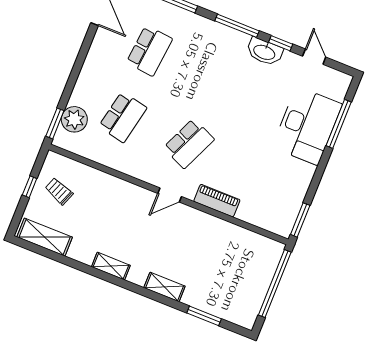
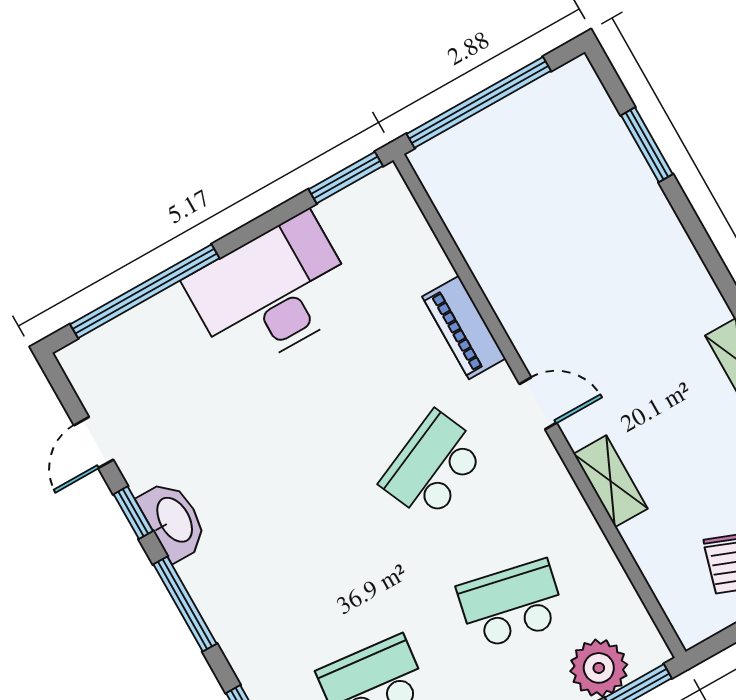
window: (339, 124) -> (145, 291), width x1.46
desk: (307, 126) -> (272, 292), moved
school desk: (189, 144) -> (433, 466), turned -48
shelving: (164, 287) -> (611, 481), moved

